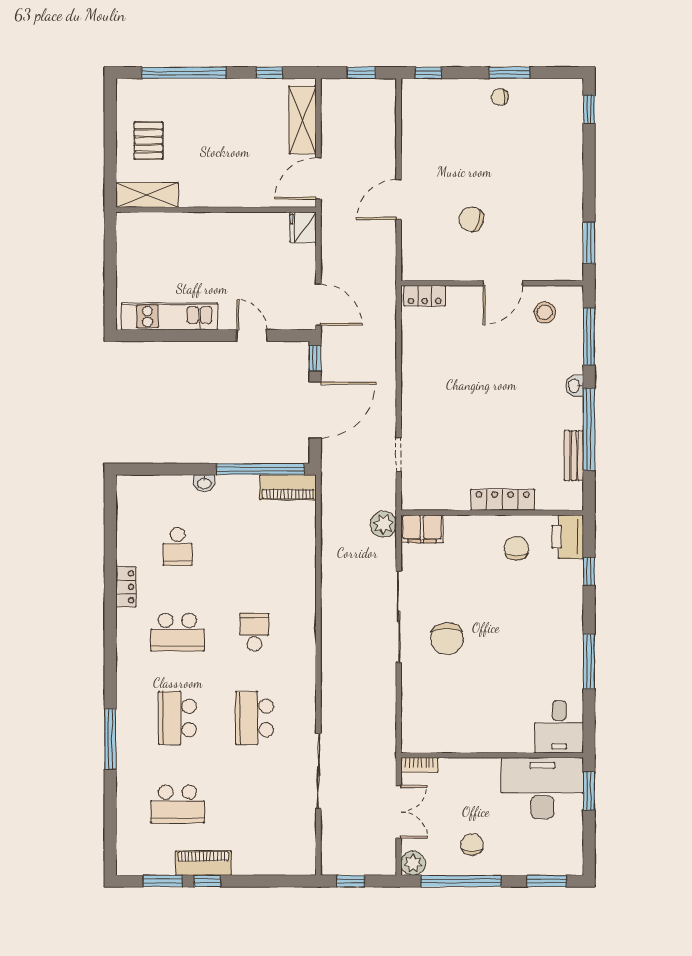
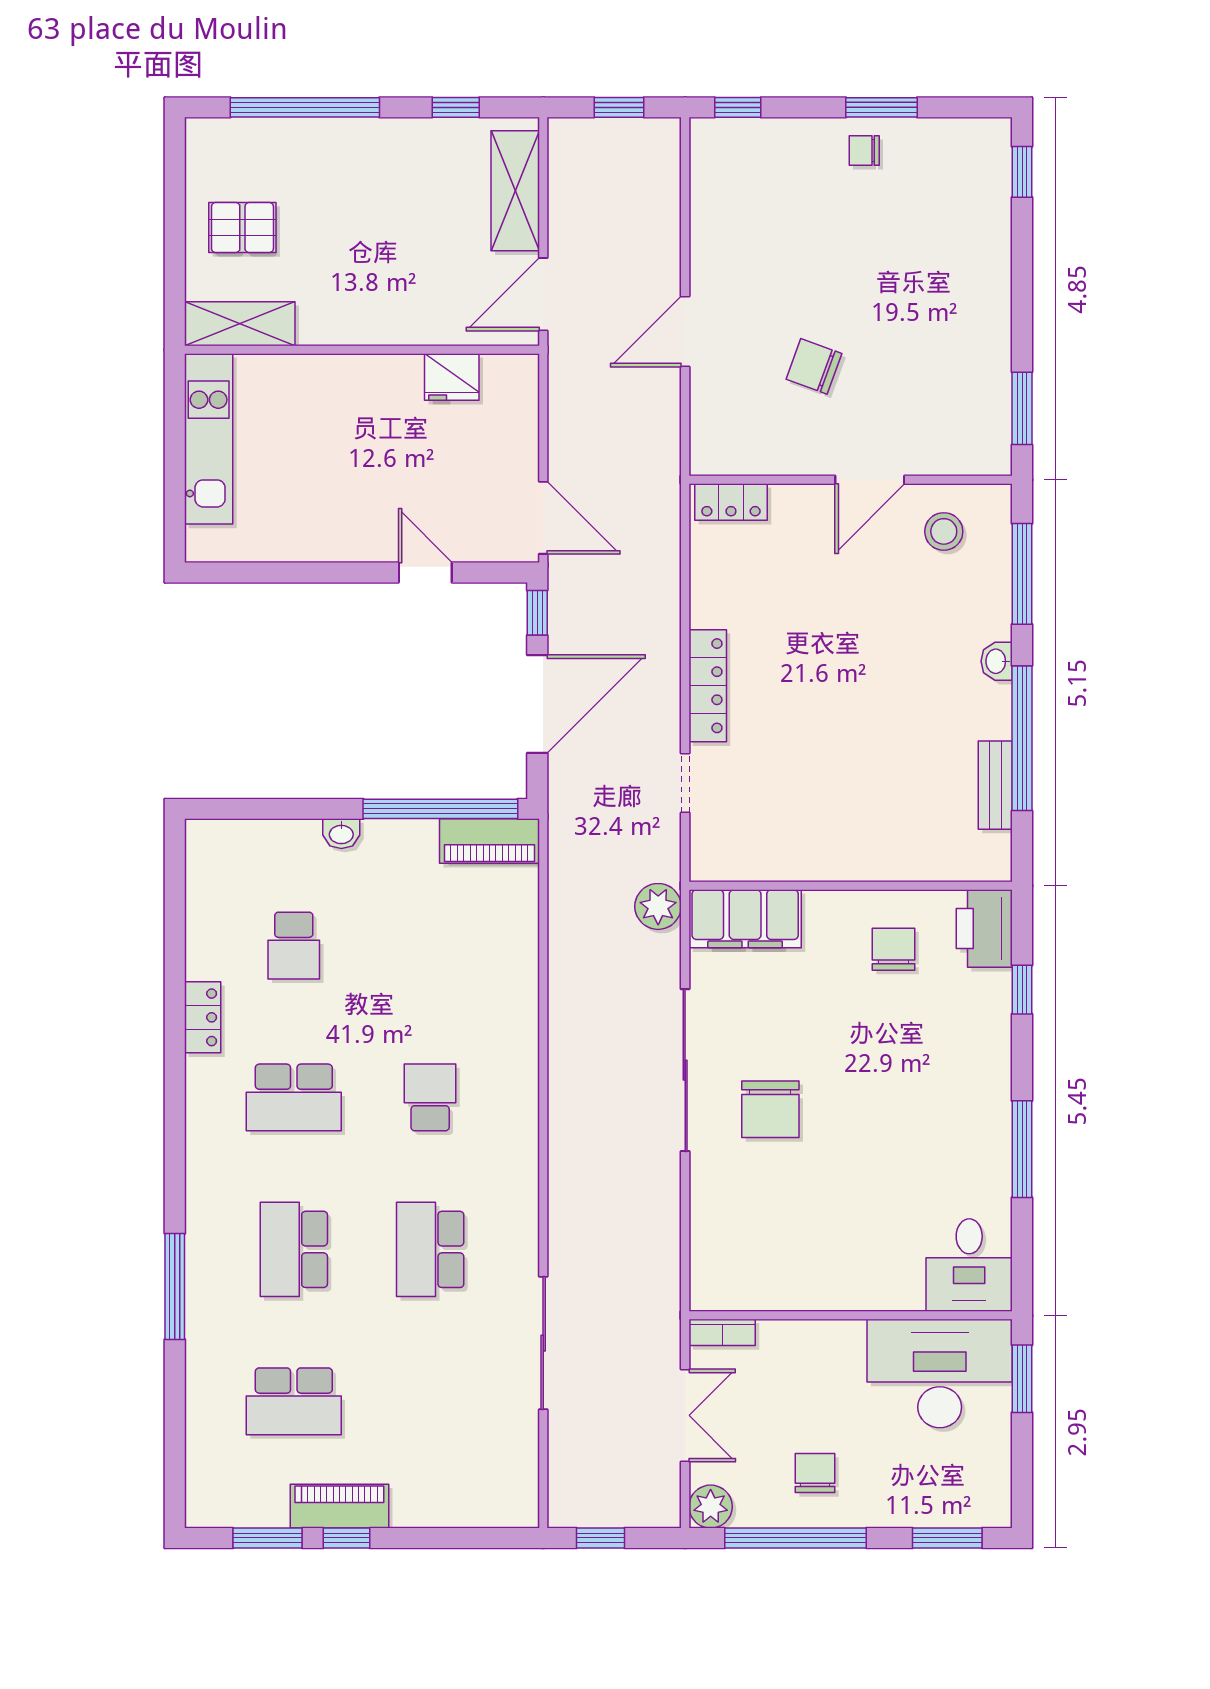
pallet: (148, 141) -> (242, 228), turned 90
fridge: (303, 227) -> (452, 377), moved, turned -90
kitchen unit: (169, 316) -> (209, 439), moved, turned 90
locker: (503, 500) -> (708, 686), moved, turned 90
filing cabinet: (422, 529) -> (745, 919), width x1.50, depth x1.17

